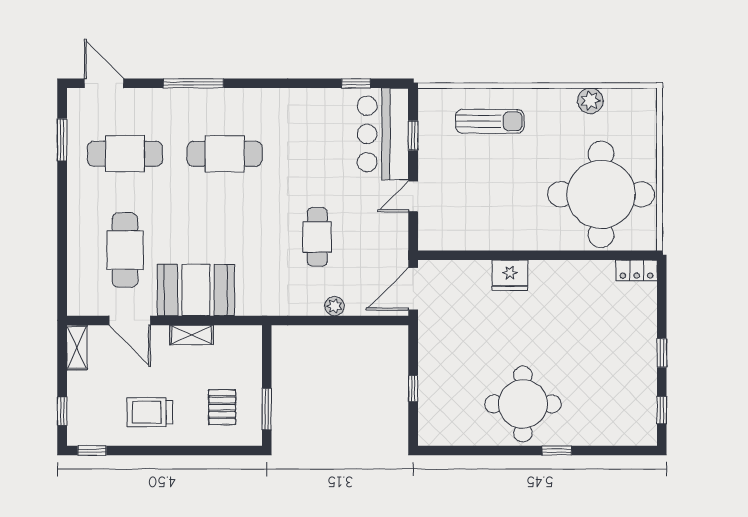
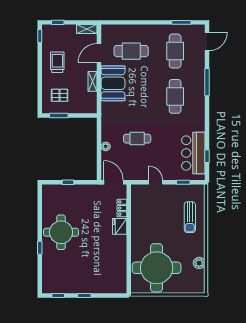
bar counter: (383, 134) -> (193, 153), moved, turned -90
locker: (637, 270) -> (122, 208), moved

